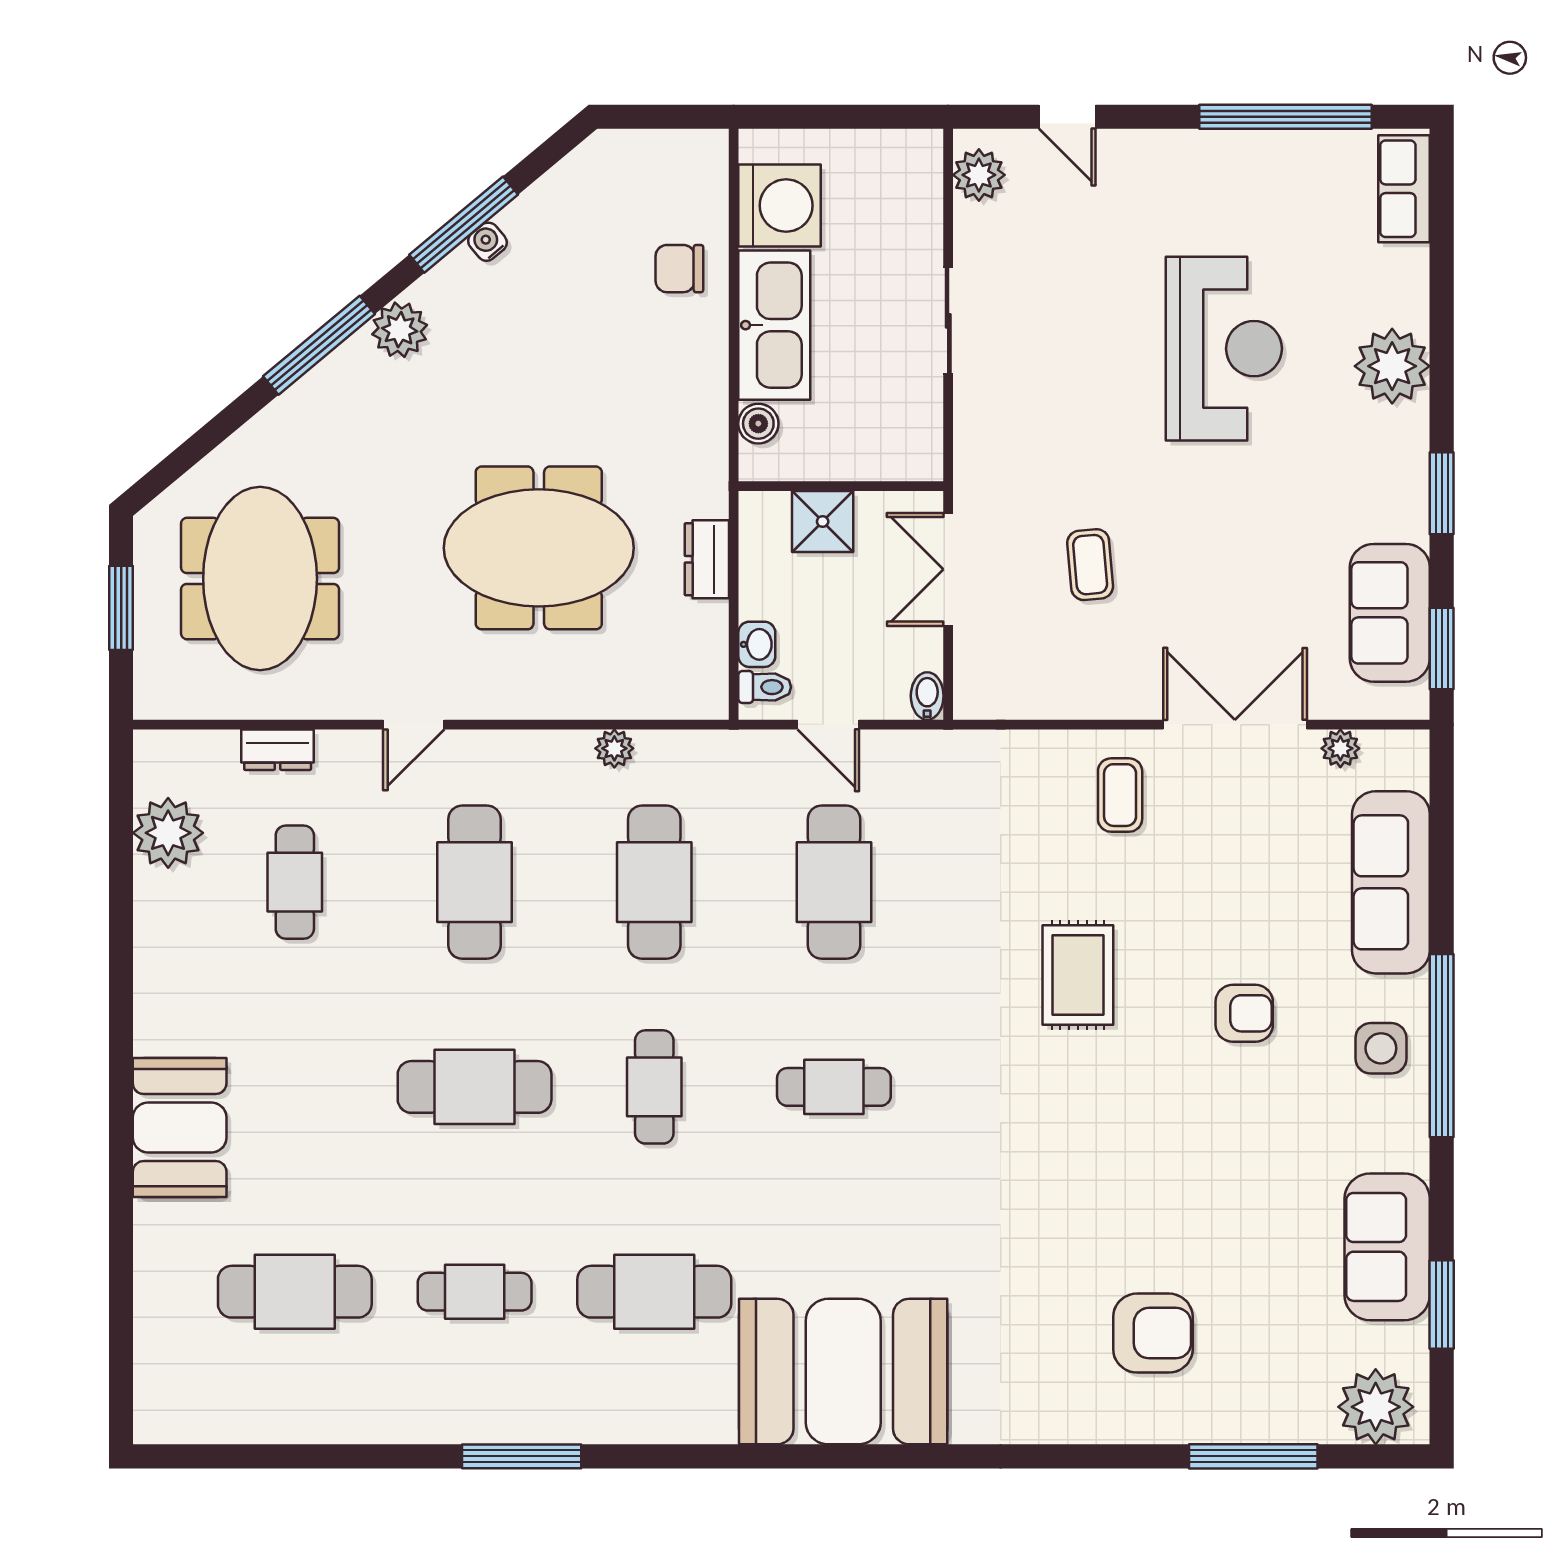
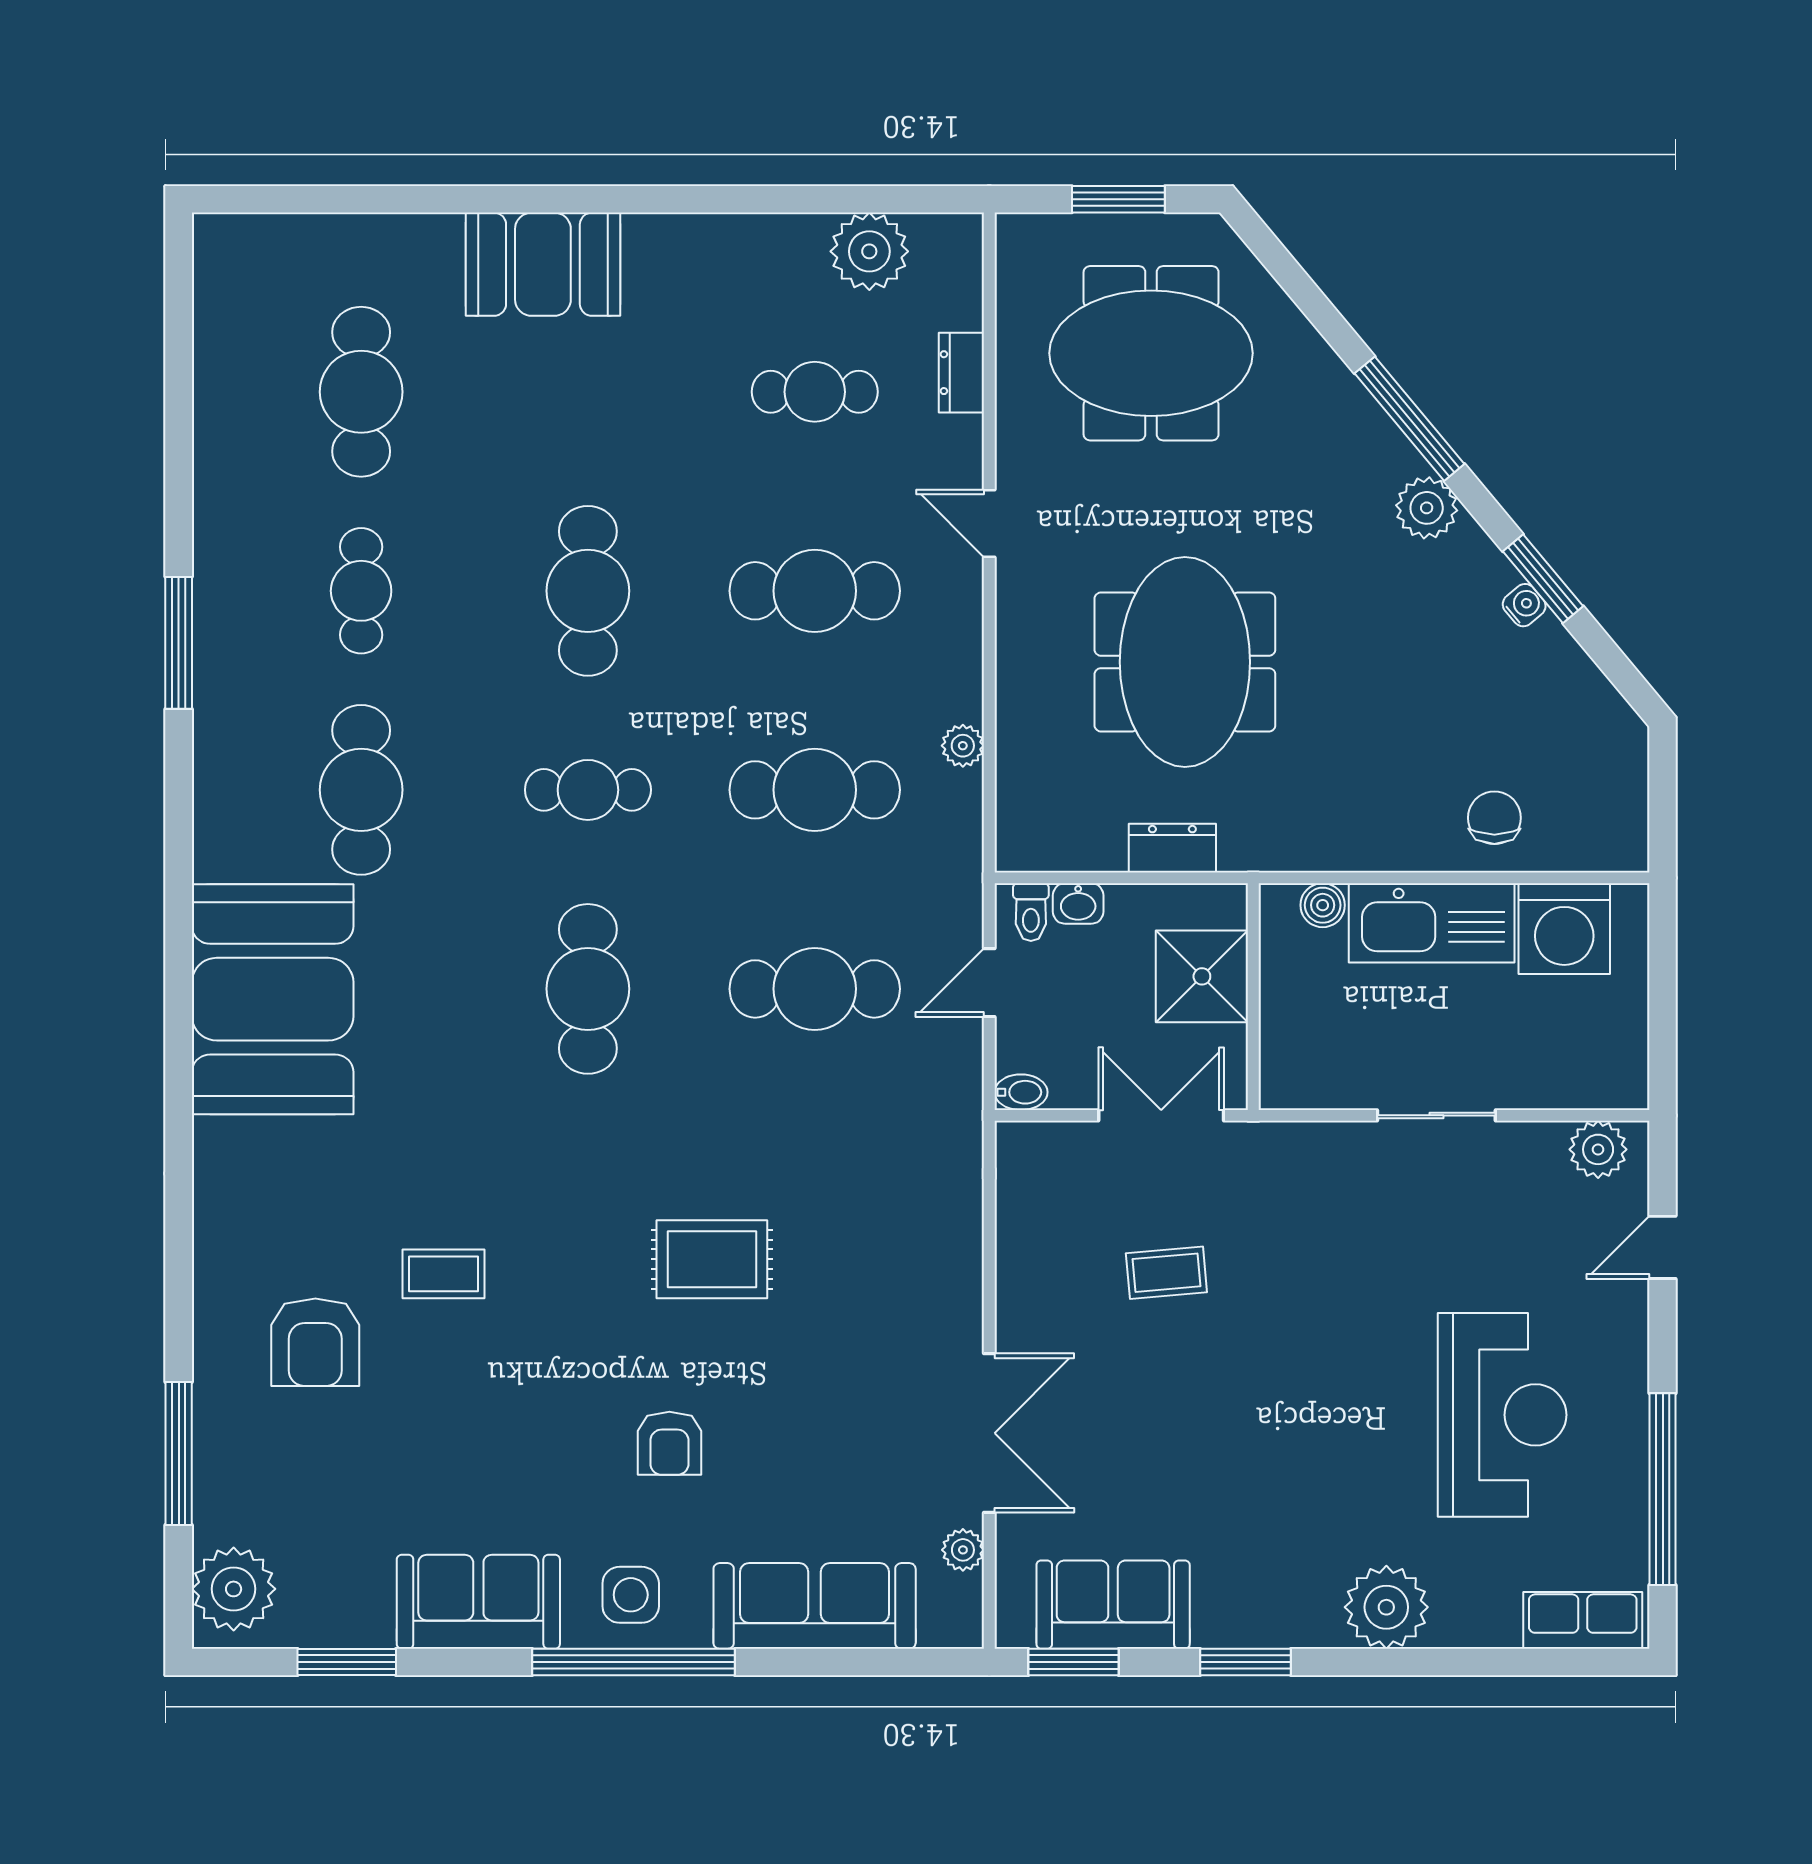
window: (464, 225) -> (1543, 579), width x0.69
reception desk: (1224, 349) -> (1502, 1415), moved, turned -90
shower: (823, 522) -> (1202, 976), width x1.36, depth x1.36
coffee table: (1120, 795) -> (444, 1274), moved
cafe table: (834, 1087) -> (588, 989), width x1.37, depth x1.35
sofa: (1387, 1247) -> (478, 1602), moved

